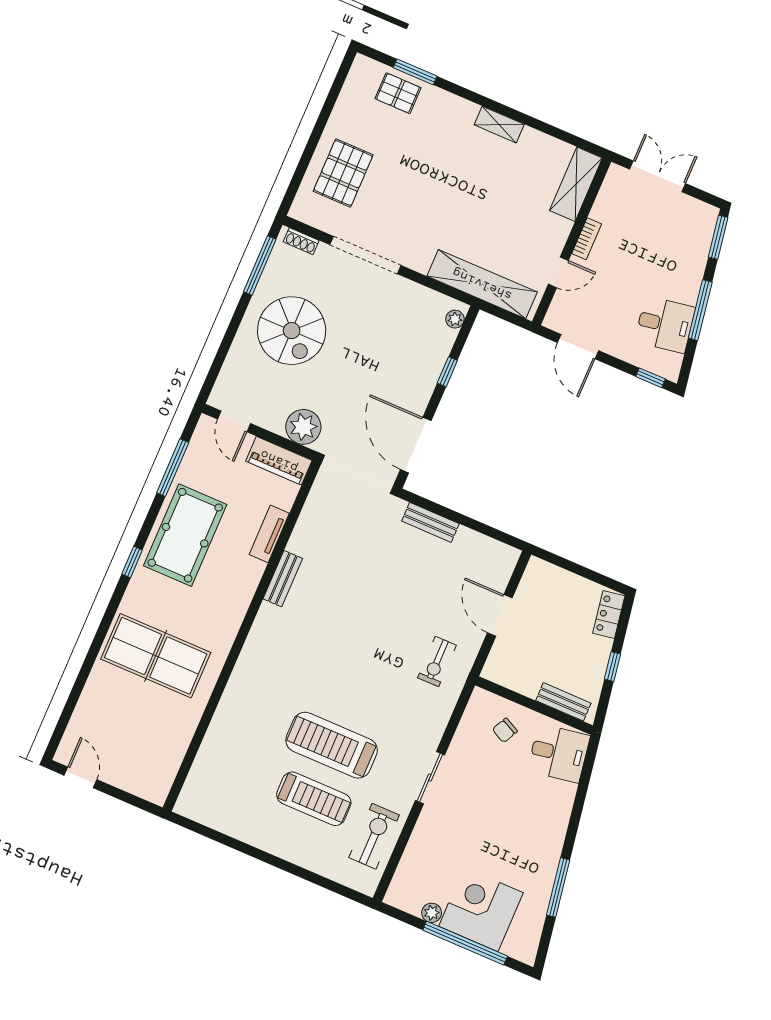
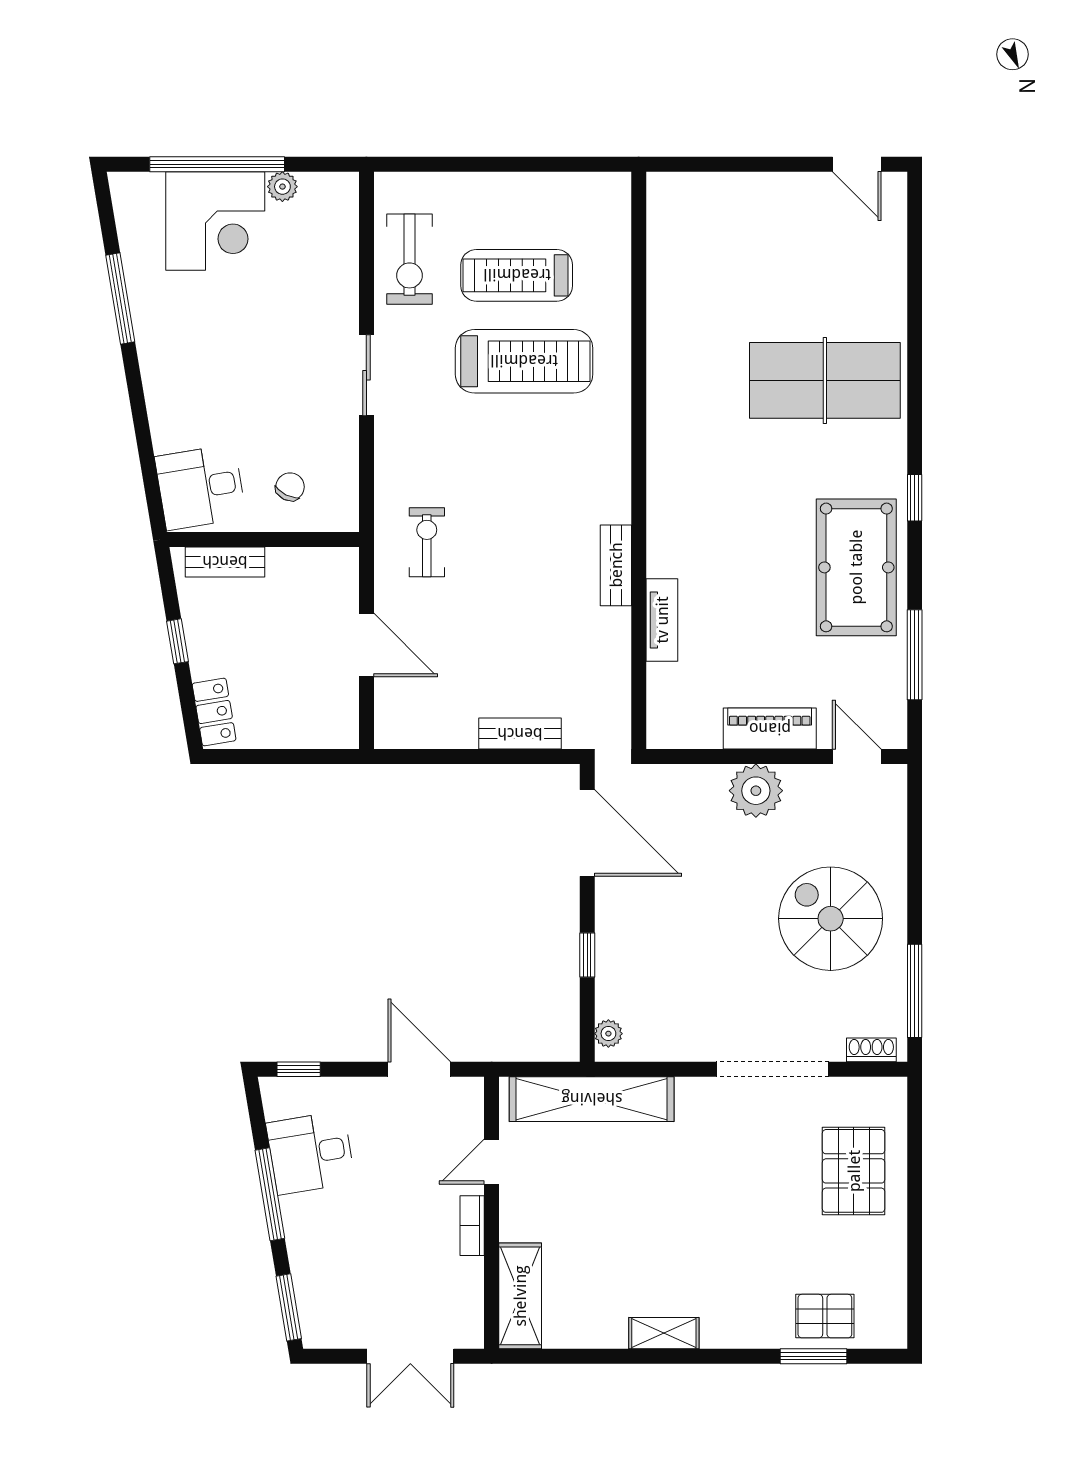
tv unit: (269, 534) -> (662, 620), moved
bench: (283, 579) -> (616, 565), moved
wall: (242, 636) -> (639, 460), moved

